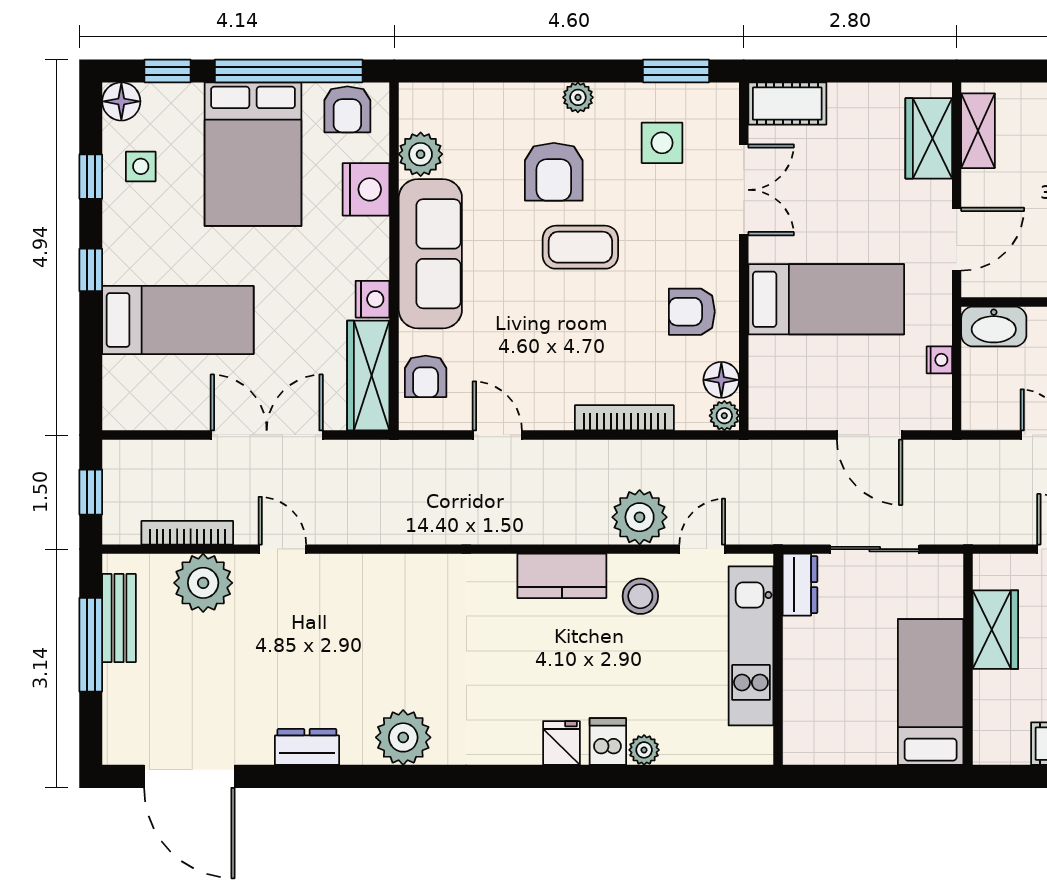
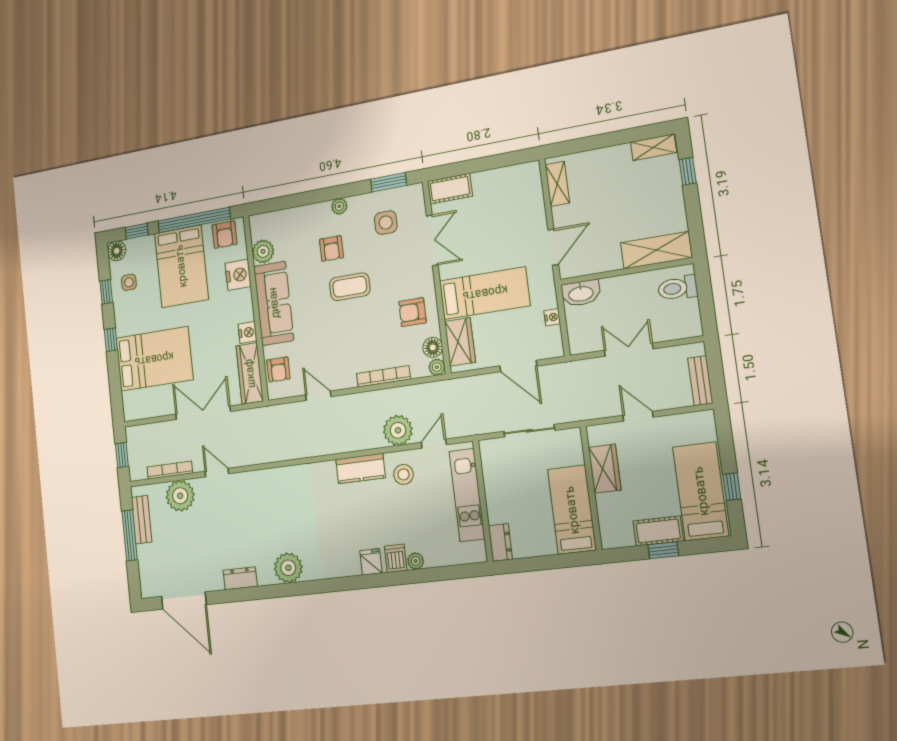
wardrobe: (929, 138) -> (460, 342), moved, turned 180
armchair: (554, 172) -> (331, 249), width x0.72, depth x0.72
bed: (178, 320) -> (154, 359), width x1.50
dresser: (800, 585) -> (500, 542), moved

